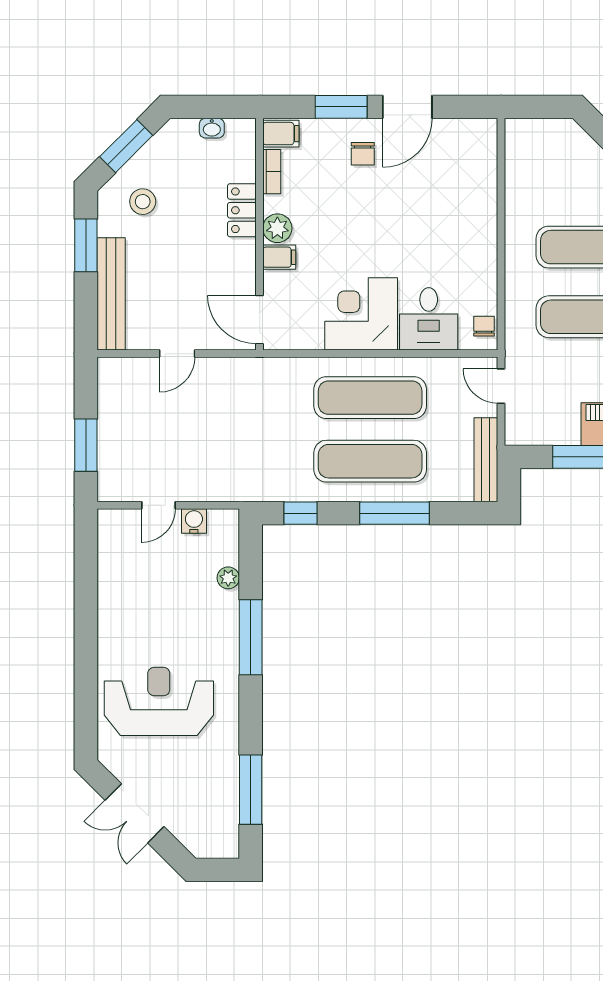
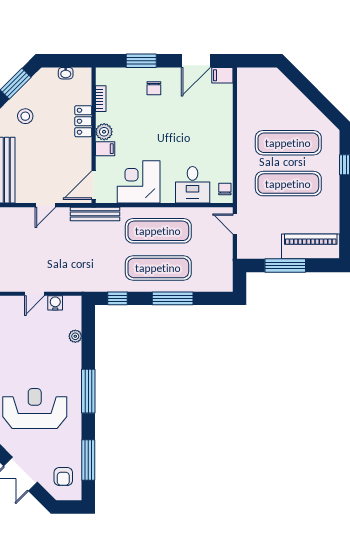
door: (407, 107) -> (196, 61), moved
filing cabinet: (281, 134) -> (222, 75), moved, turned 180
corner desk: (361, 314) -> (139, 182), moved
door: (260, 320) -> (94, 185), hinge flipped
bench: (486, 460) -> (95, 214), moved, turned 90
window: (251, 637) -> (88, 391), moved
armchair: (208, 818) -> (63, 477), added

